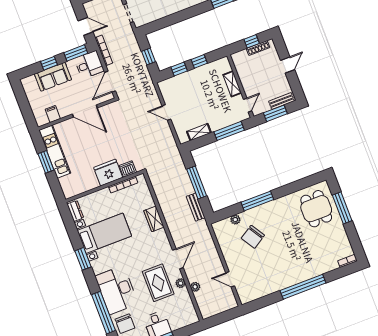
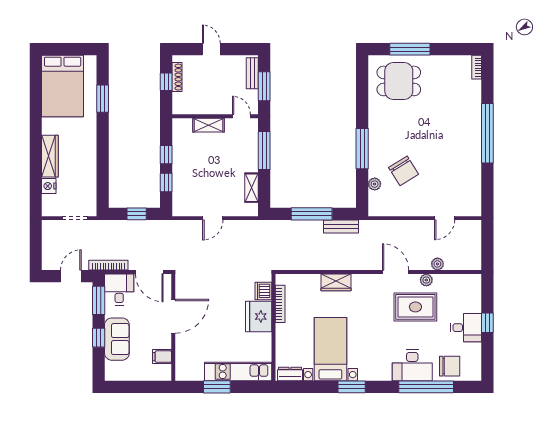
kitchen unit: (55, 152) -> (238, 372), moved
desk: (117, 290) -> (412, 365), width x0.73, depth x0.77

